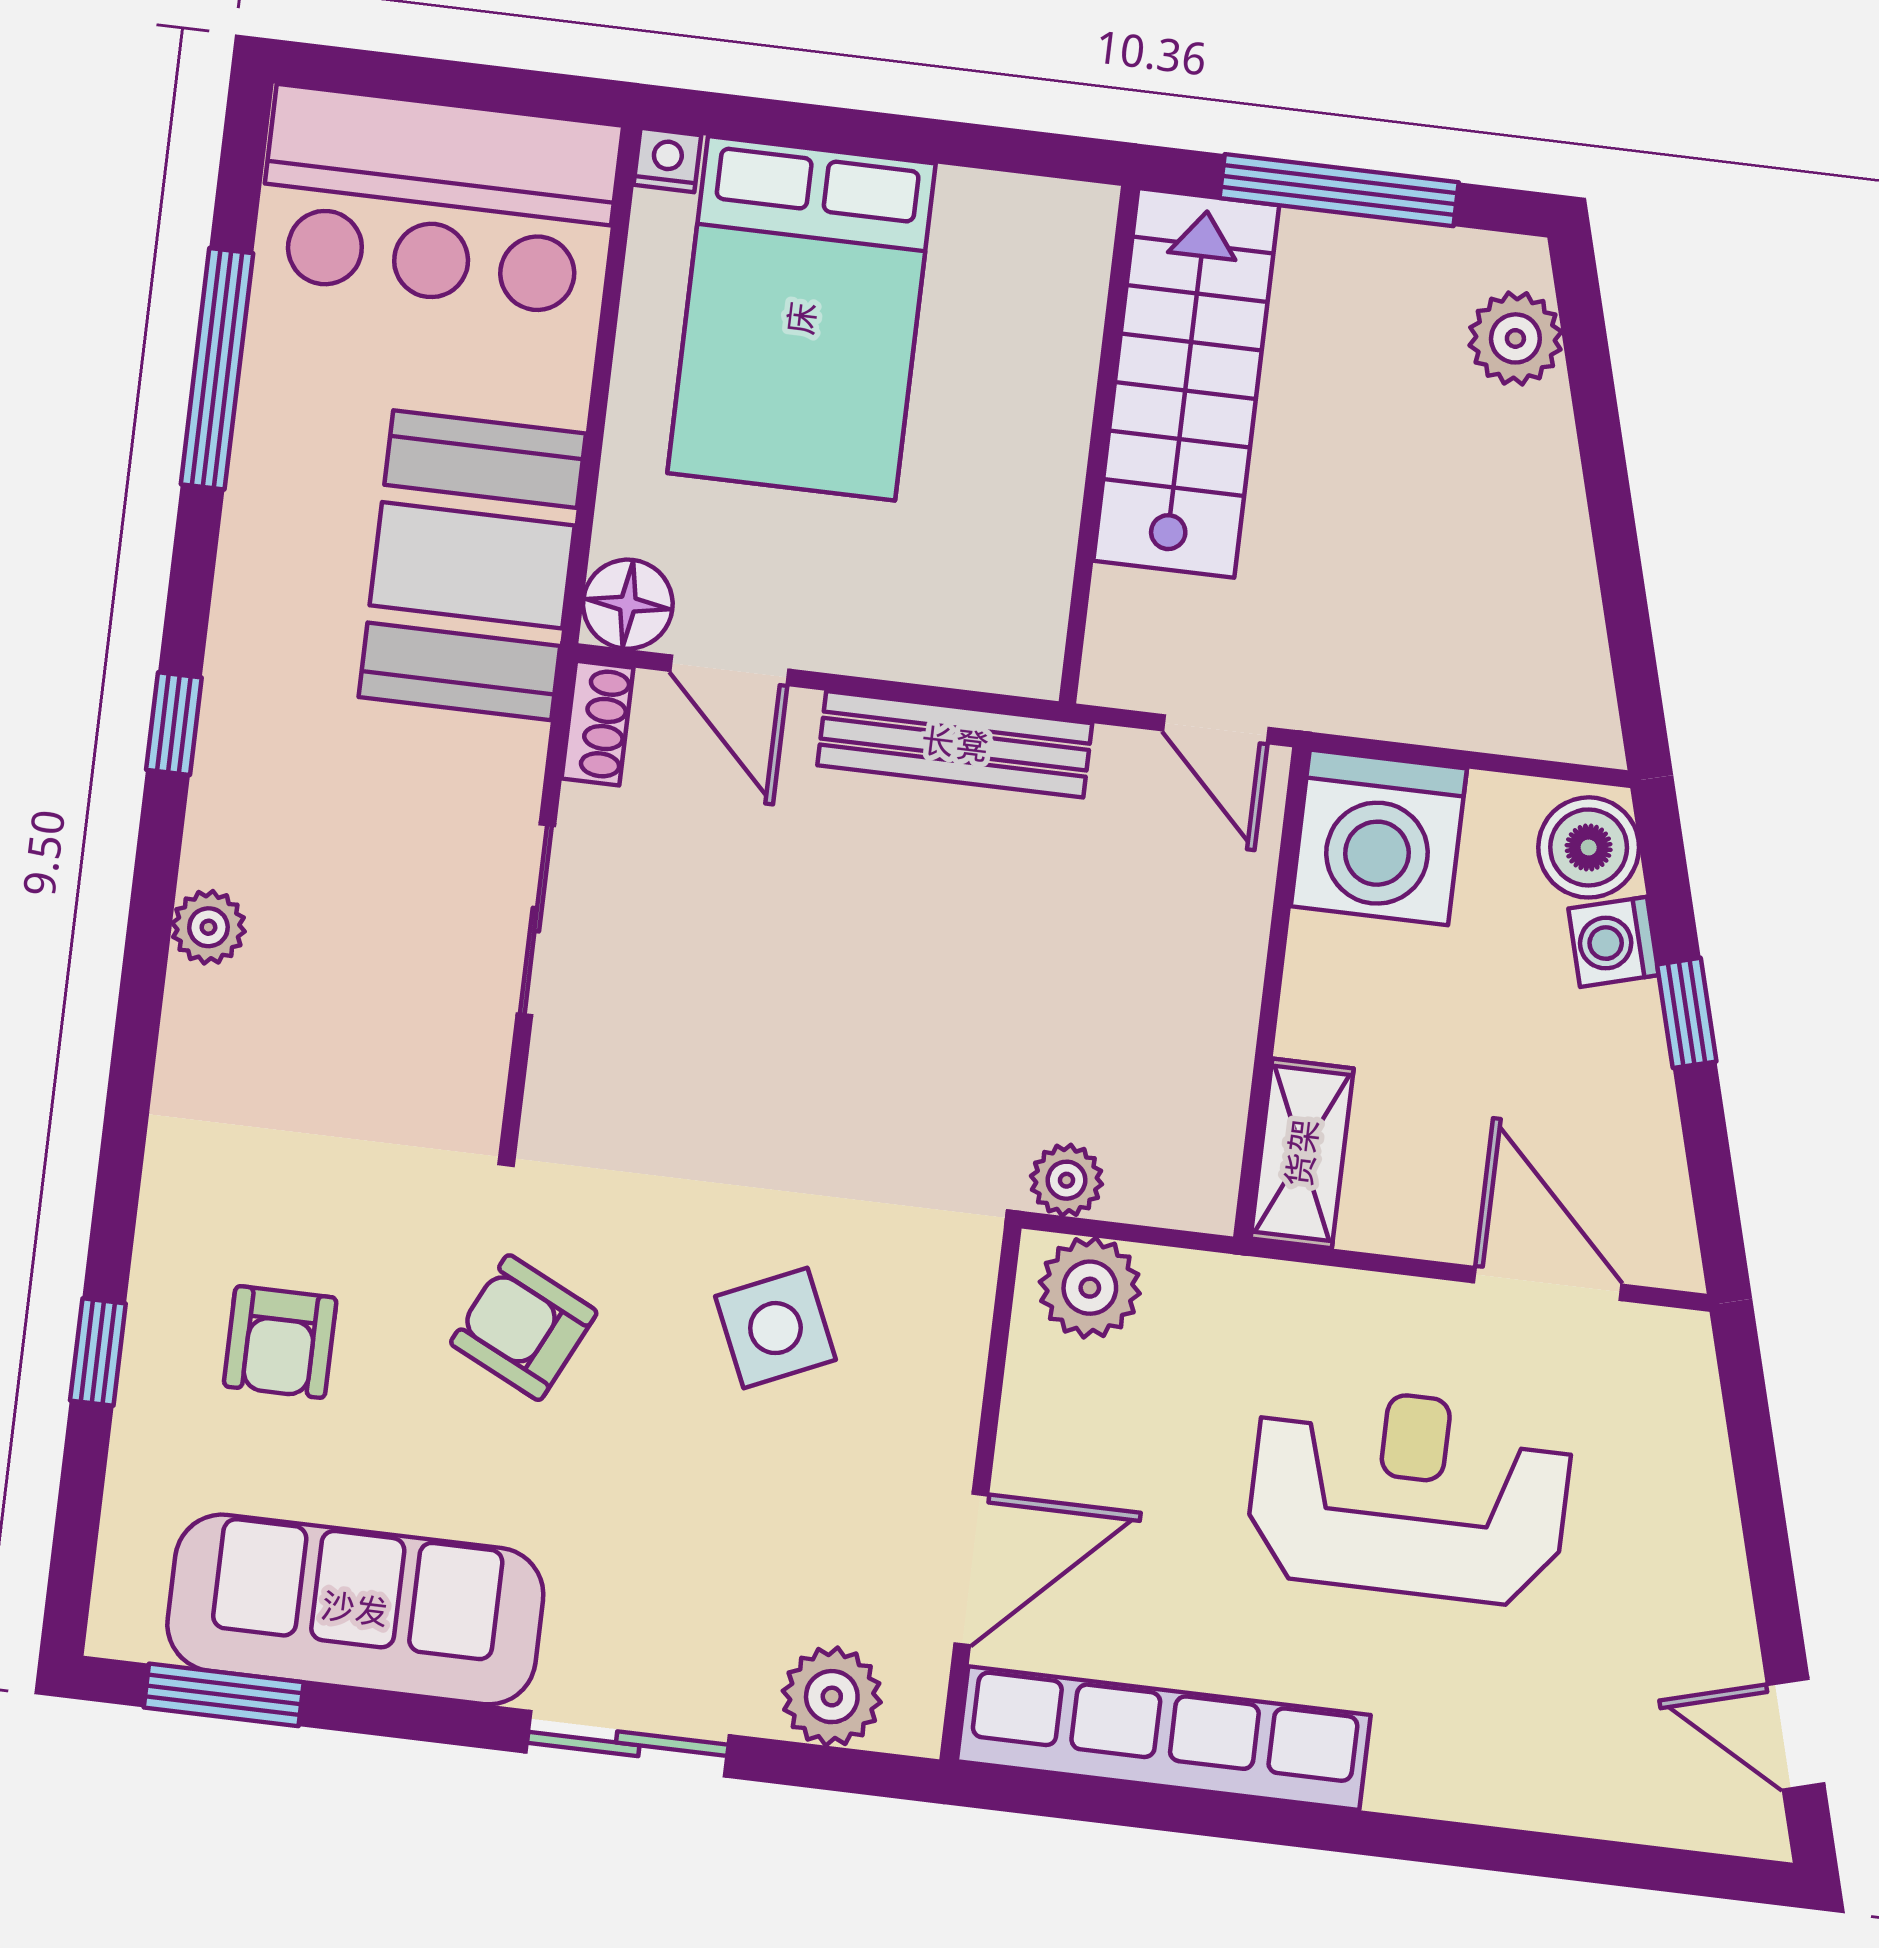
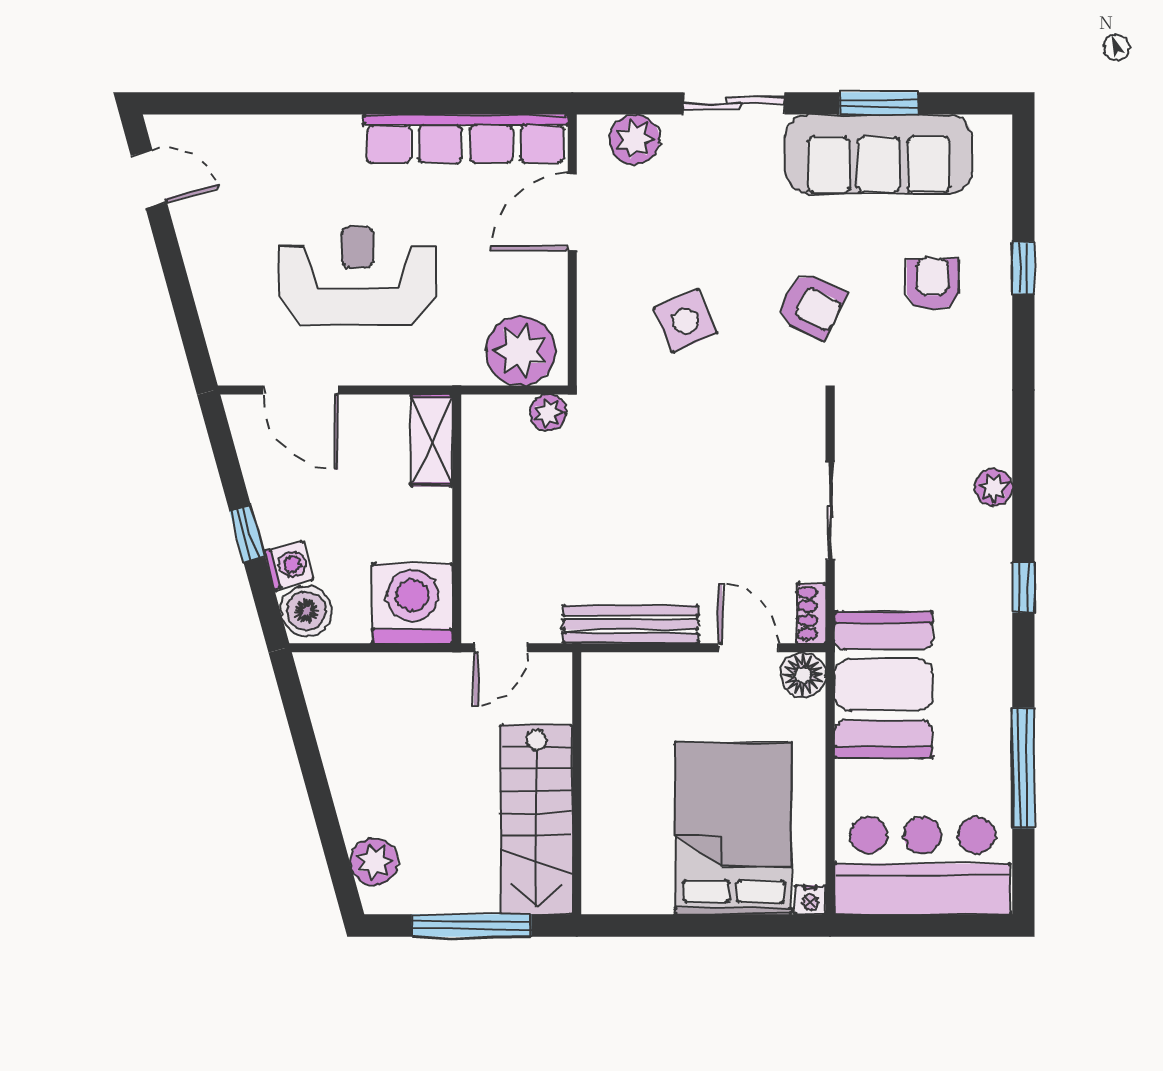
door: (1216, 729) -> (501, 648), swing flipped
plant: (1090, 1288) -> (521, 351), width x1.36, depth x1.36
reception desk: (1409, 1494) -> (357, 276), turned 180
window: (224, 1695) -> (879, 103), moved

